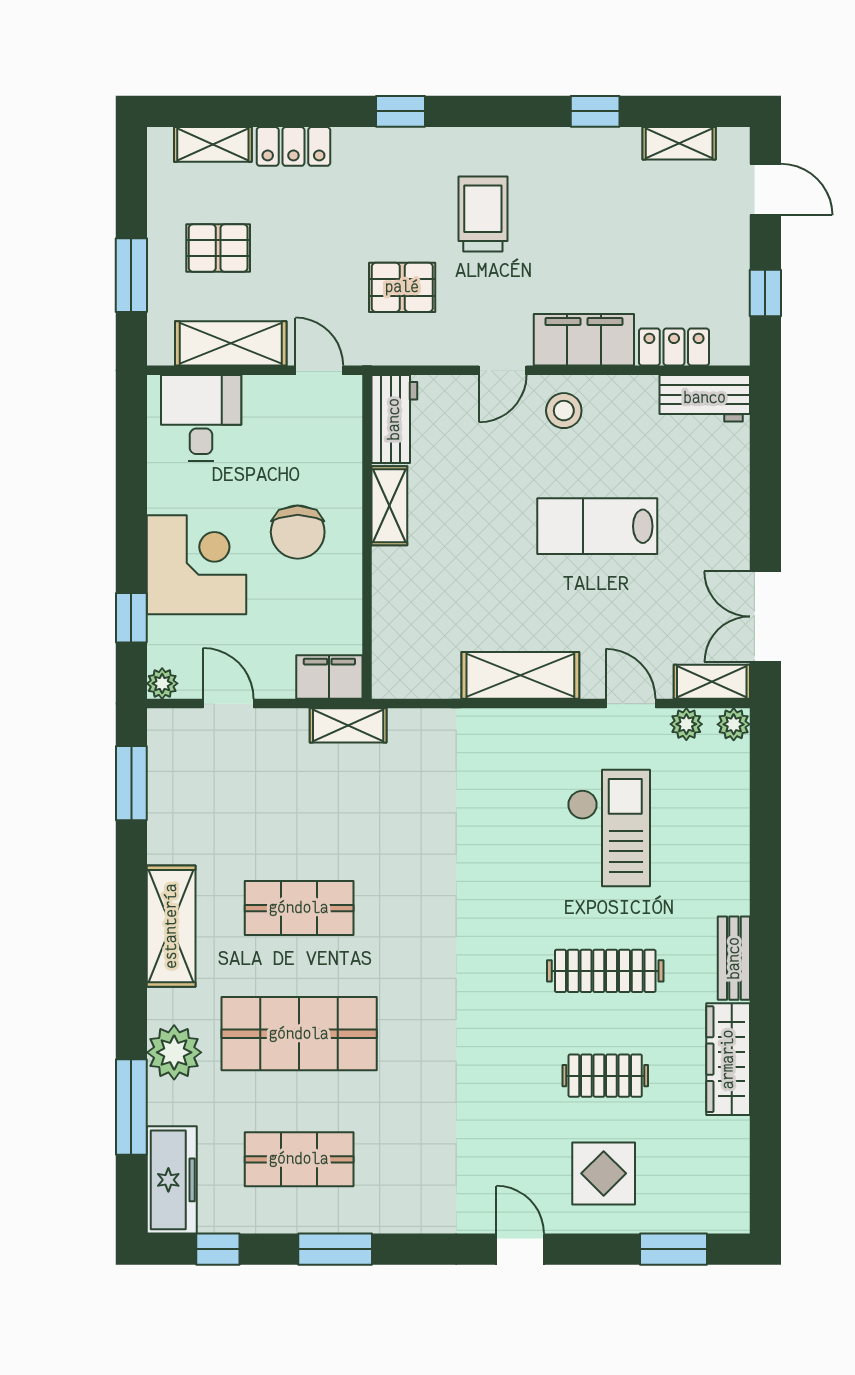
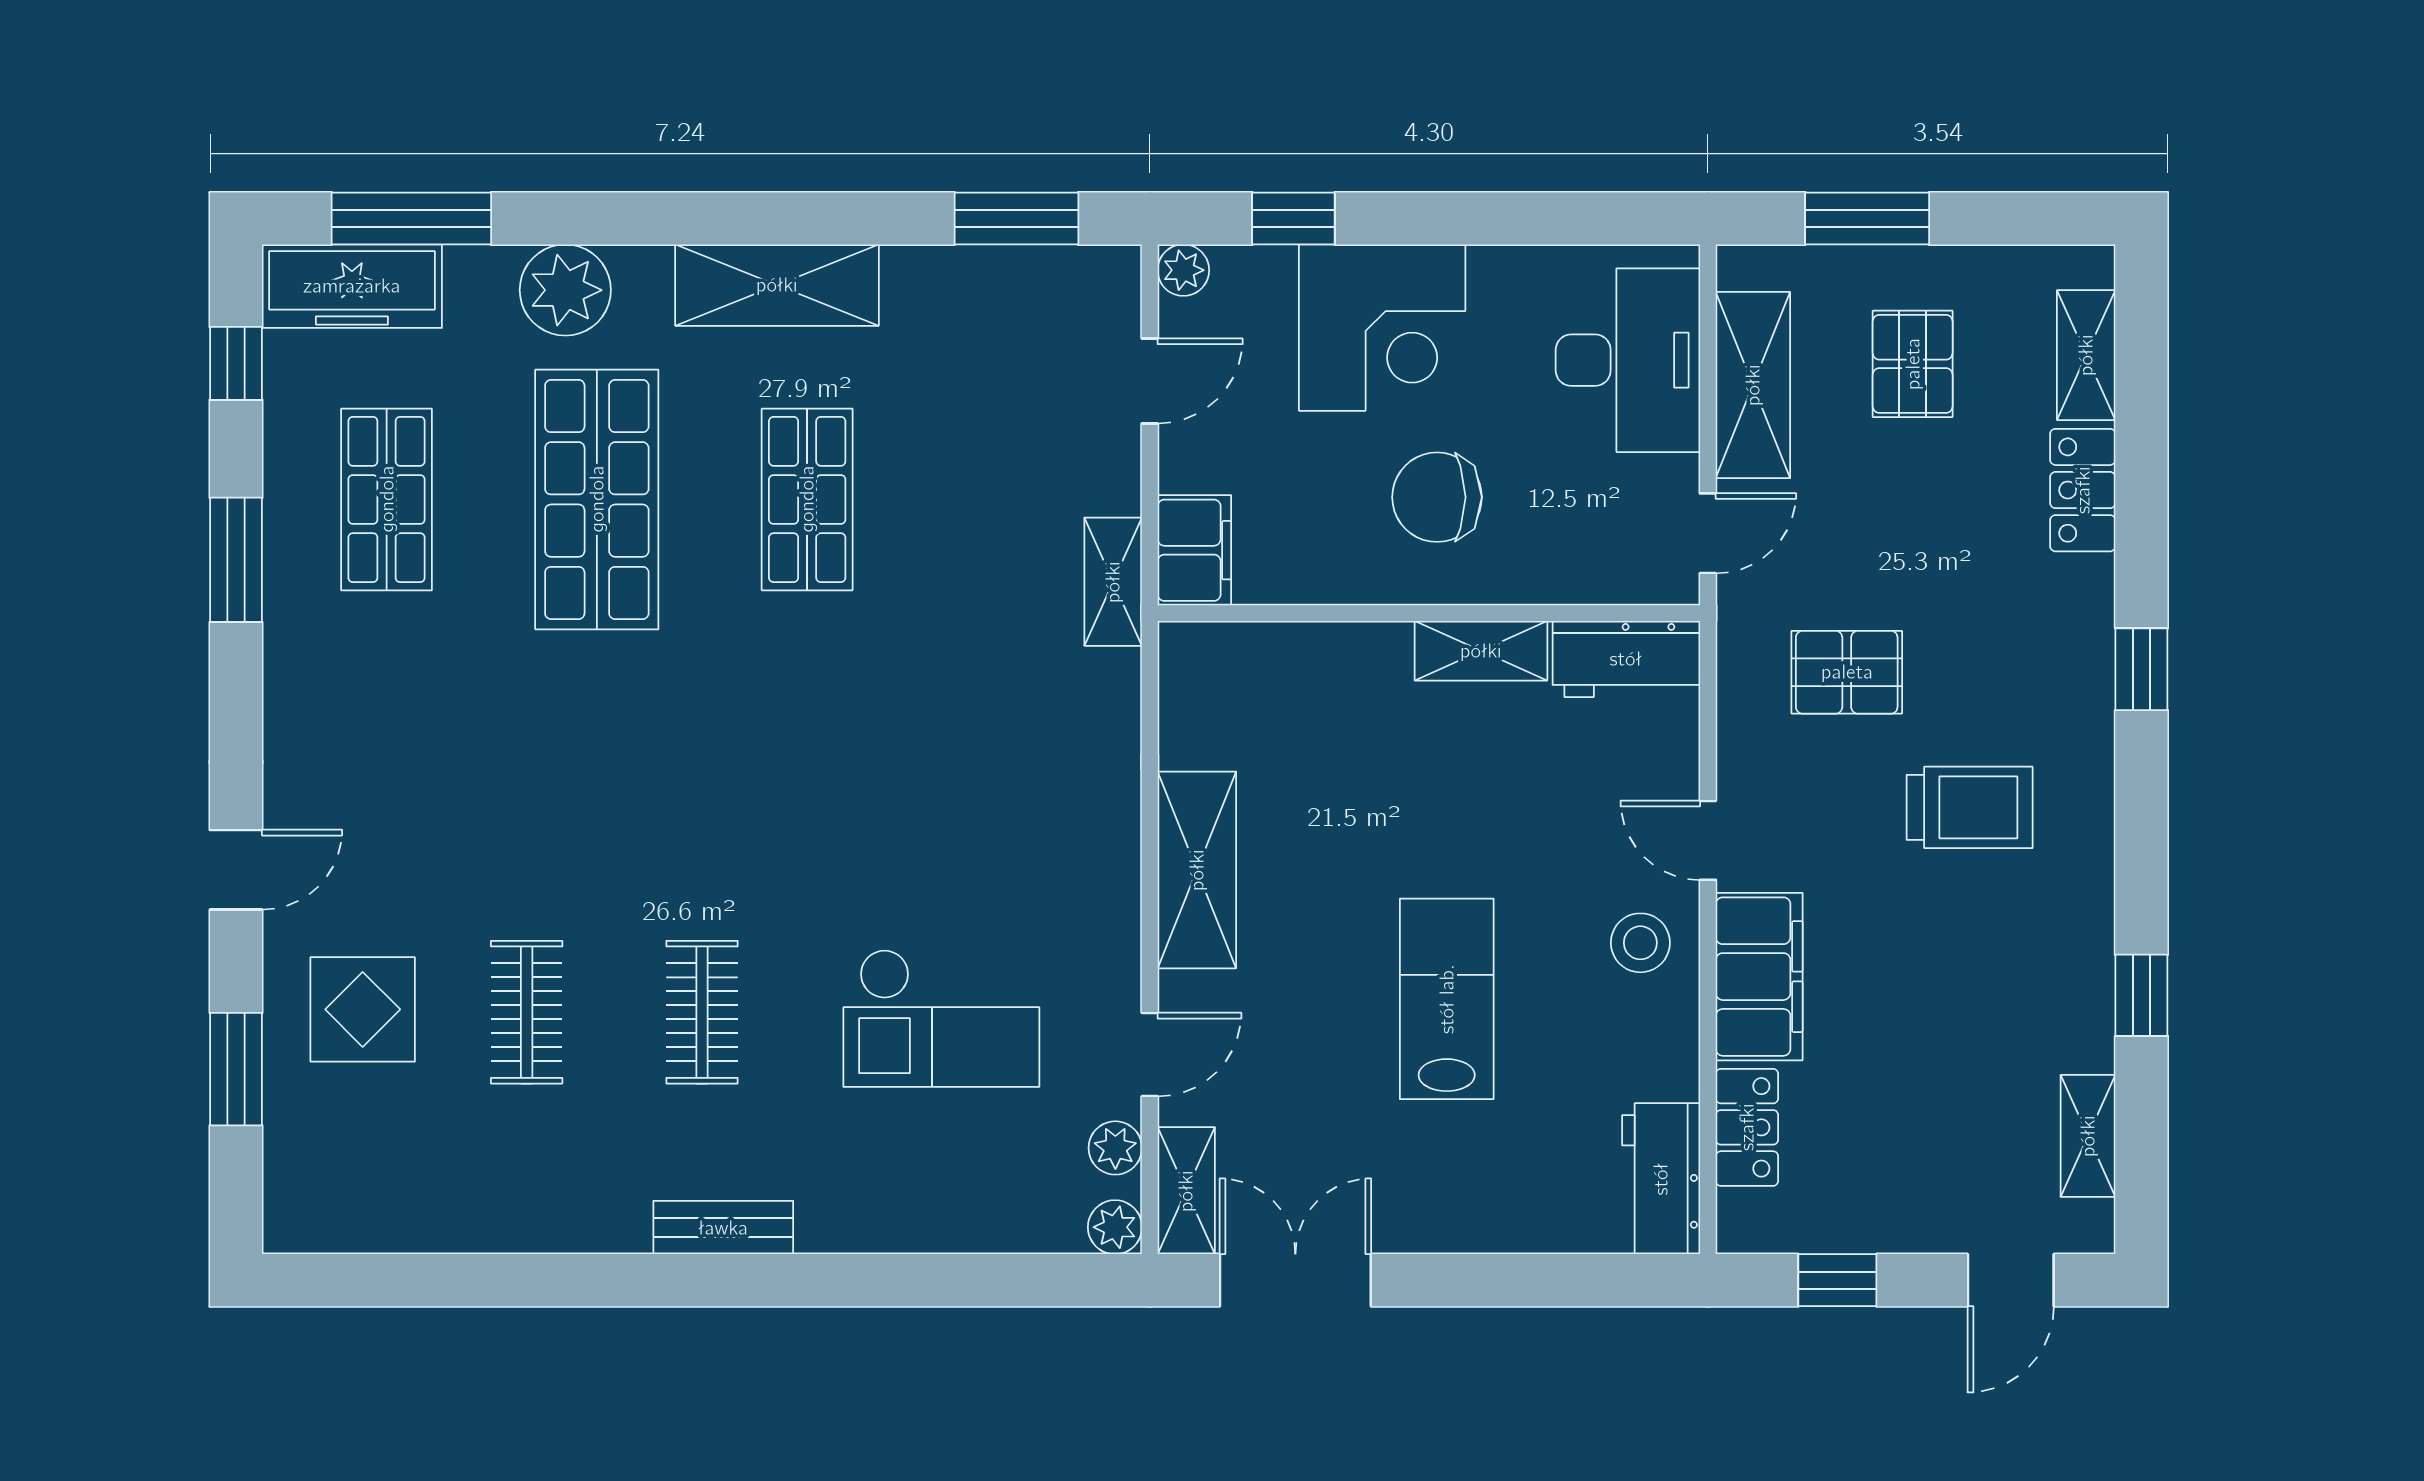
pallet: (402, 287) -> (1847, 672), turned 90
desk: (201, 418) -> (1628, 360), width x1.37
clothes rail: (605, 971) -> (702, 1012), width x0.73
wardrobe: (728, 1059) -> (554, 1218), removed
window: (131, 1107) -> (411, 218), moved
window: (673, 1249) -> (236, 1069), moved

